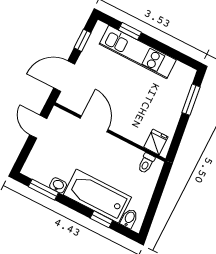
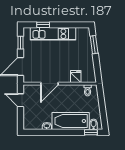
door: (94, 124) -> (49, 84), swing flipped
fridge: (156, 142) -> (76, 77), moved
window: (43, 190) -> (40, 132), removed
window: (101, 219) -> (91, 132), moved

